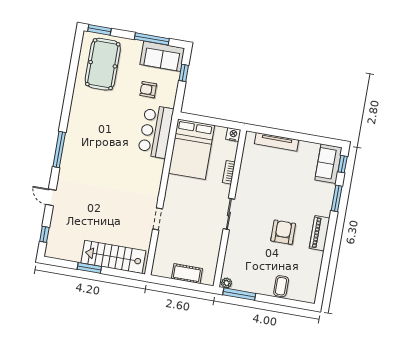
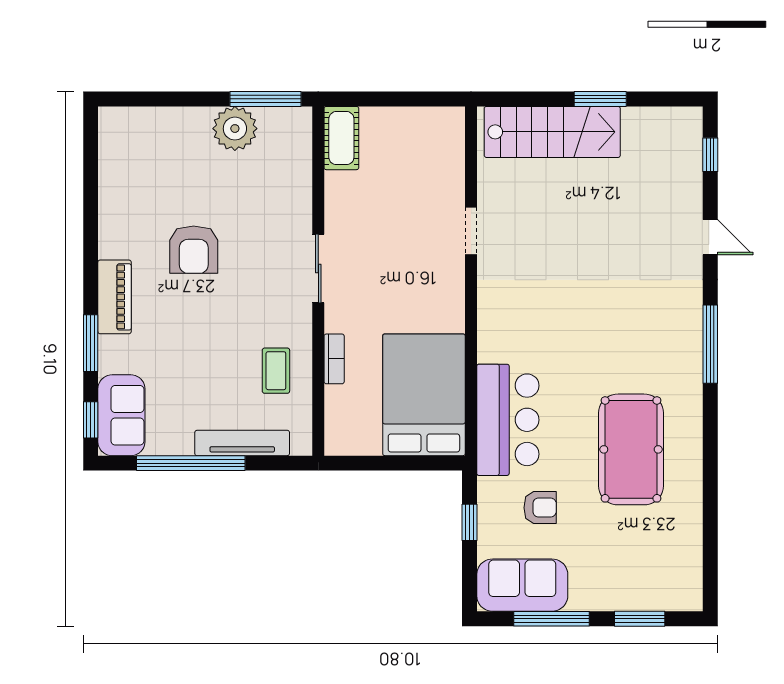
window: (99, 30) -> (640, 619), moved
pool table: (103, 64) -> (631, 449), moved
window: (184, 73) -> (469, 522), moved
nightstand: (233, 135) -> (339, 442), removed
window: (301, 137) -> (191, 463), added
piano: (320, 233) -> (115, 297), moved
cot: (187, 274) -> (341, 138), moved, turned 90
plant: (227, 283) -> (235, 129), moved, width x1.87, depth x1.87
coffee table: (281, 286) -> (276, 371), moved

